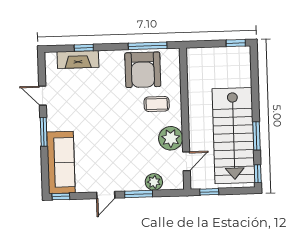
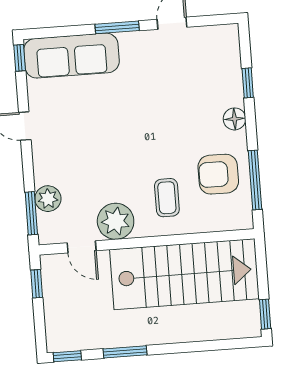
floor lamp: (107, 57) -> (235, 119), added
fireplace: (78, 60) -> (229, 75), removed
armchair: (143, 70) -> (218, 174), width x0.73, depth x0.73
stairs: (234, 136) -> (184, 274), moved, turned 180
window: (139, 194) -> (31, 213), moved

